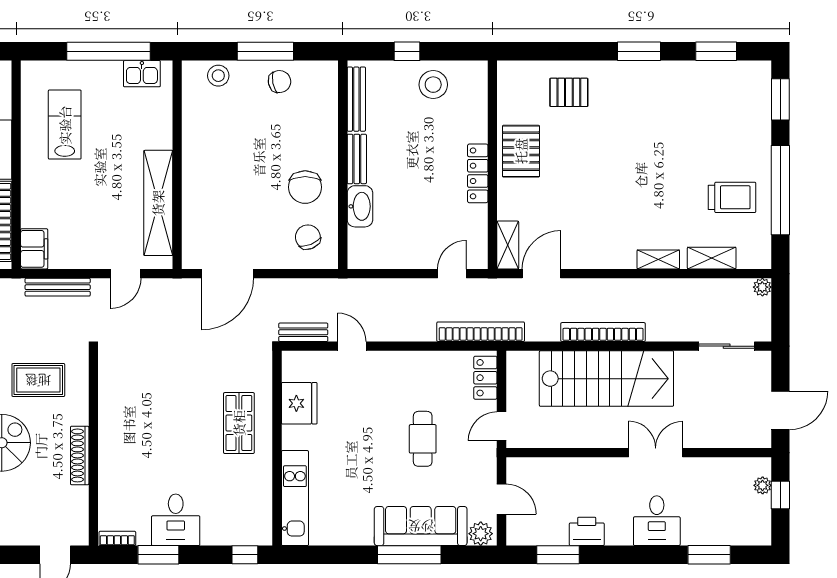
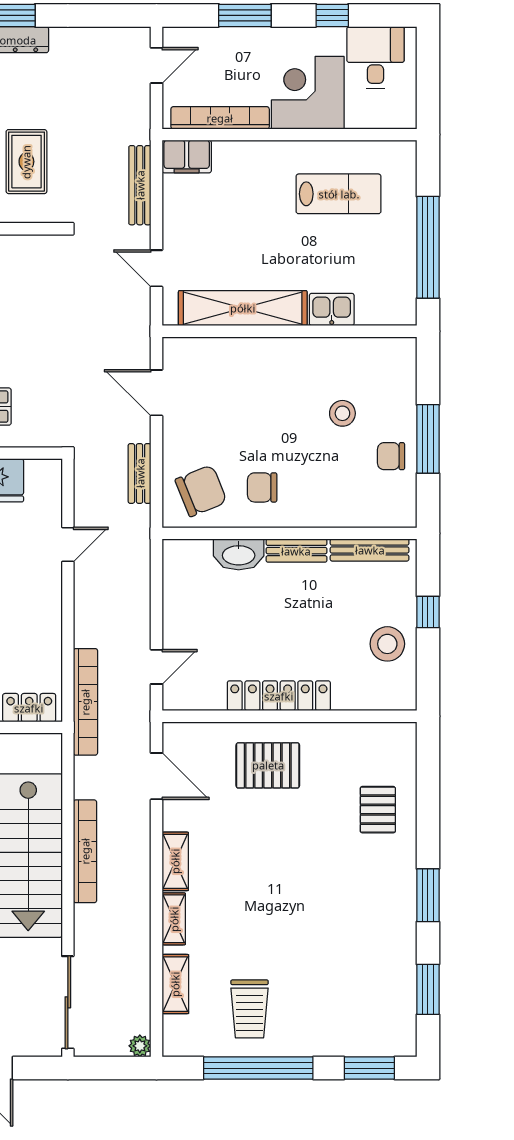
kitchen sink: (142, 74) -> (332, 309), moved, turned 90
stool: (218, 76) -> (342, 413), moved
chair: (279, 82) -> (391, 456), turned 101
pallet: (521, 151) -> (268, 765), moved
locker: (478, 173) -> (279, 696), width x1.41, depth x1.21
chair: (305, 187) -> (262, 487), width x0.73, depth x0.73
chair: (308, 237) -> (201, 491), width x1.37, depth x1.37
shelving: (508, 245) -> (175, 861), moved, turned 90
door: (228, 274) -> (156, 393), width x0.73
door: (452, 274) -> (156, 667), hinge flipped
bench: (303, 332) -> (140, 473), moved
sliding door: (727, 346) -> (68, 1002), width x1.37

